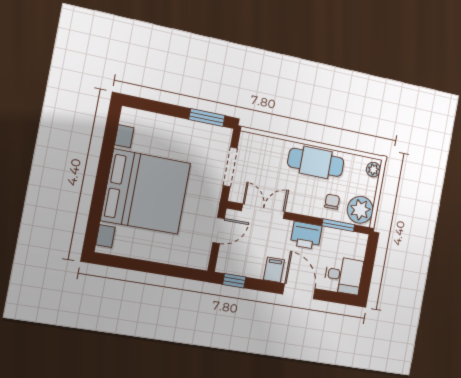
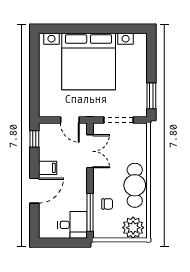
plant: (373, 170) -> (133, 228), width x1.88, depth x1.88
plant: (360, 210) -> (105, 228), removed
window: (338, 225) -> (90, 212), width x1.44
printer: (306, 235) -> (78, 188), removed
desk: (343, 275) -> (73, 225), moved, turned -90

